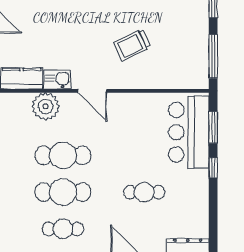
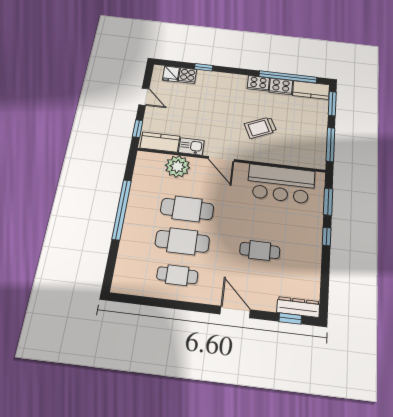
bar counter: (189, 132) -> (281, 184), moved, turned -90

